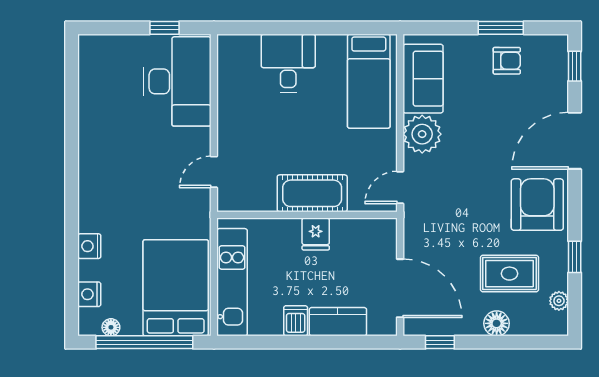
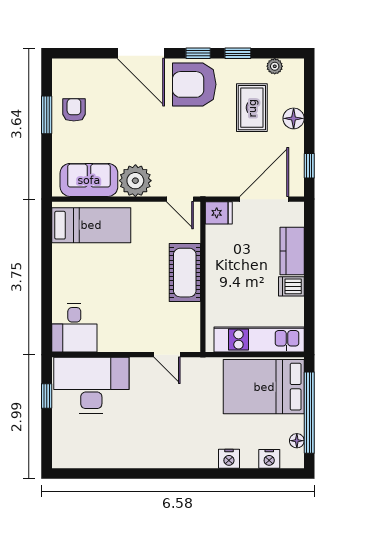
desk: (288, 63) -> (74, 328), moved, turned -90
window: (575, 66) -> (198, 53), moved
fridge: (316, 234) -> (219, 213), moved

